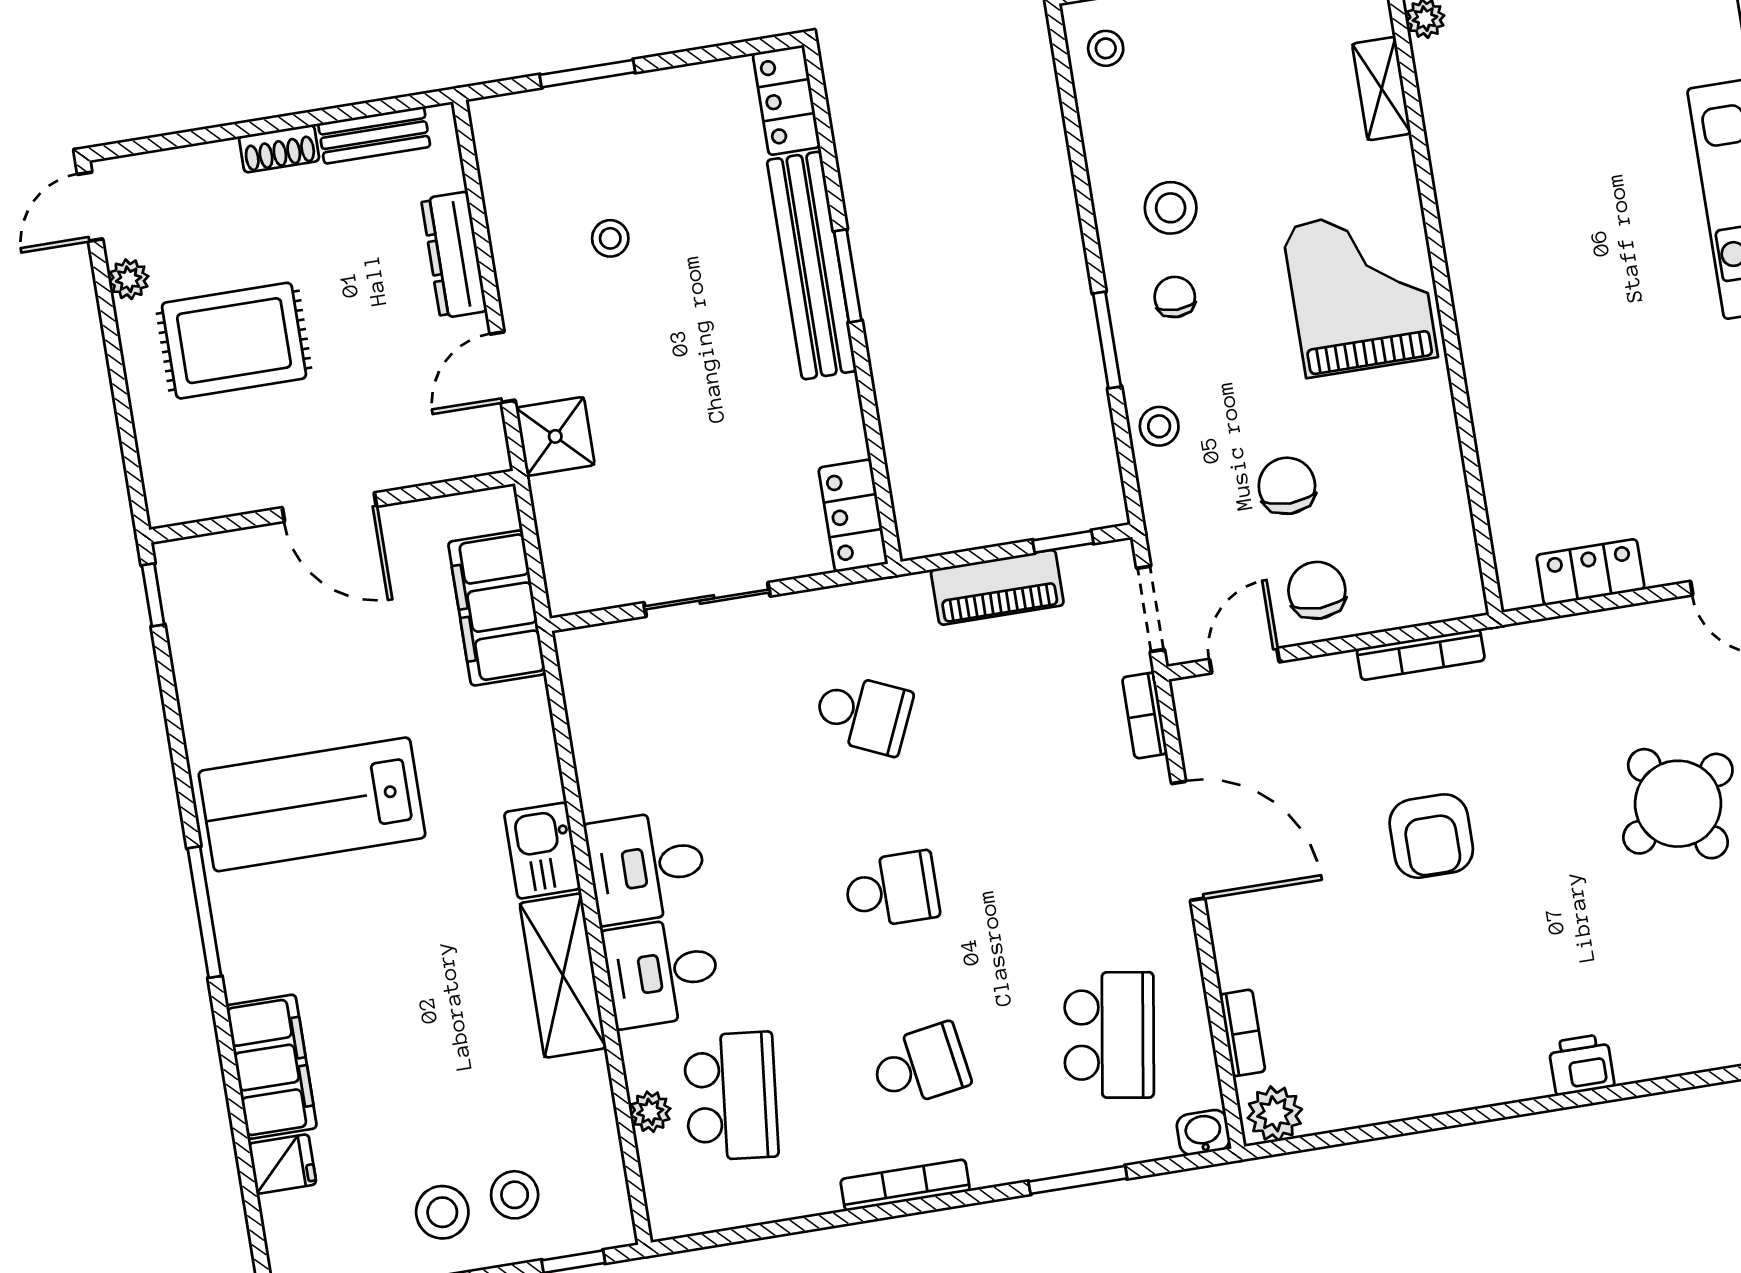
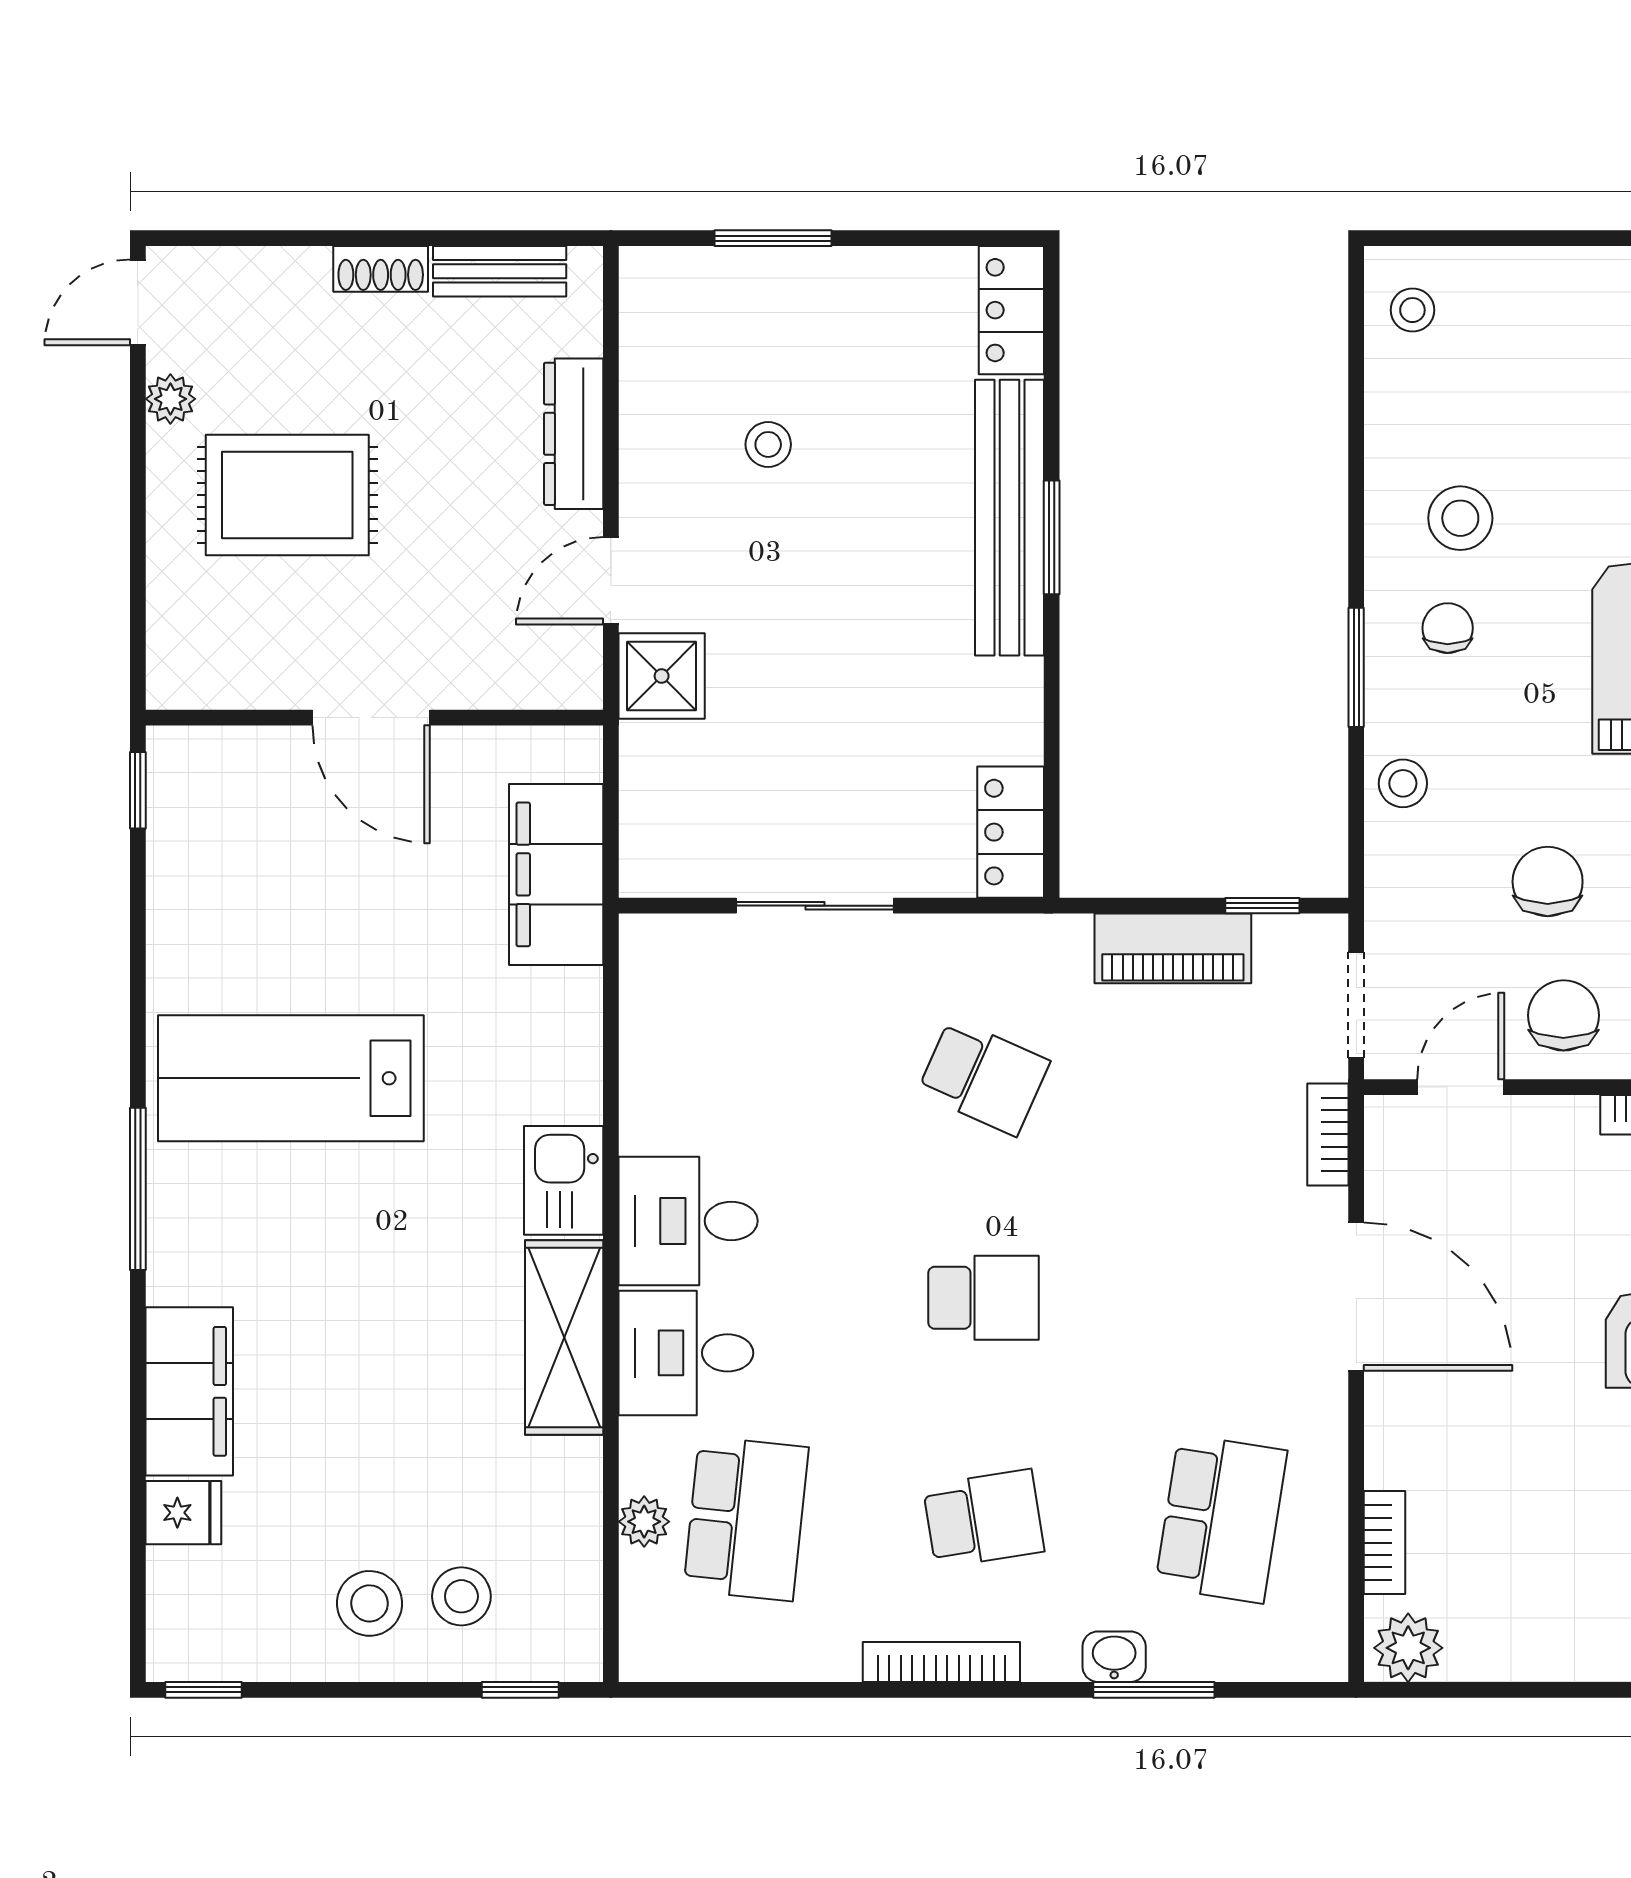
washbasin: (1203, 1132) -> (1114, 1657), moved

